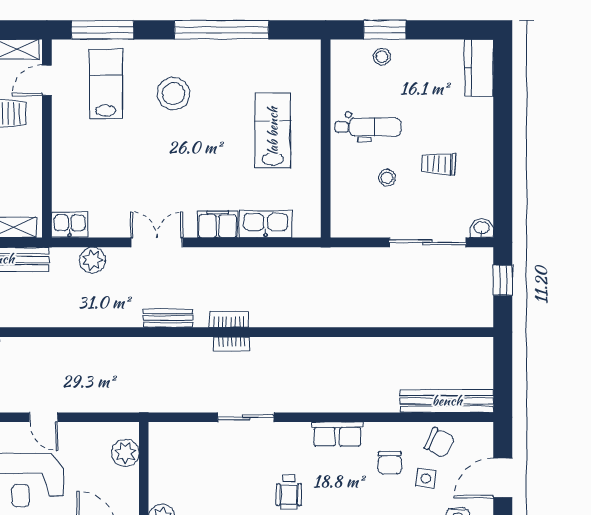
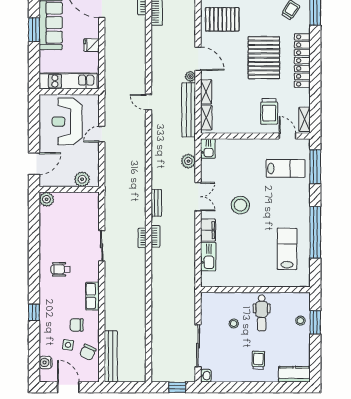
stool: (173, 93) -> (240, 205), moved
lab bench: (273, 131) -> (287, 249), moved, turned -90
trolley: (438, 164) -> (258, 360), moved

